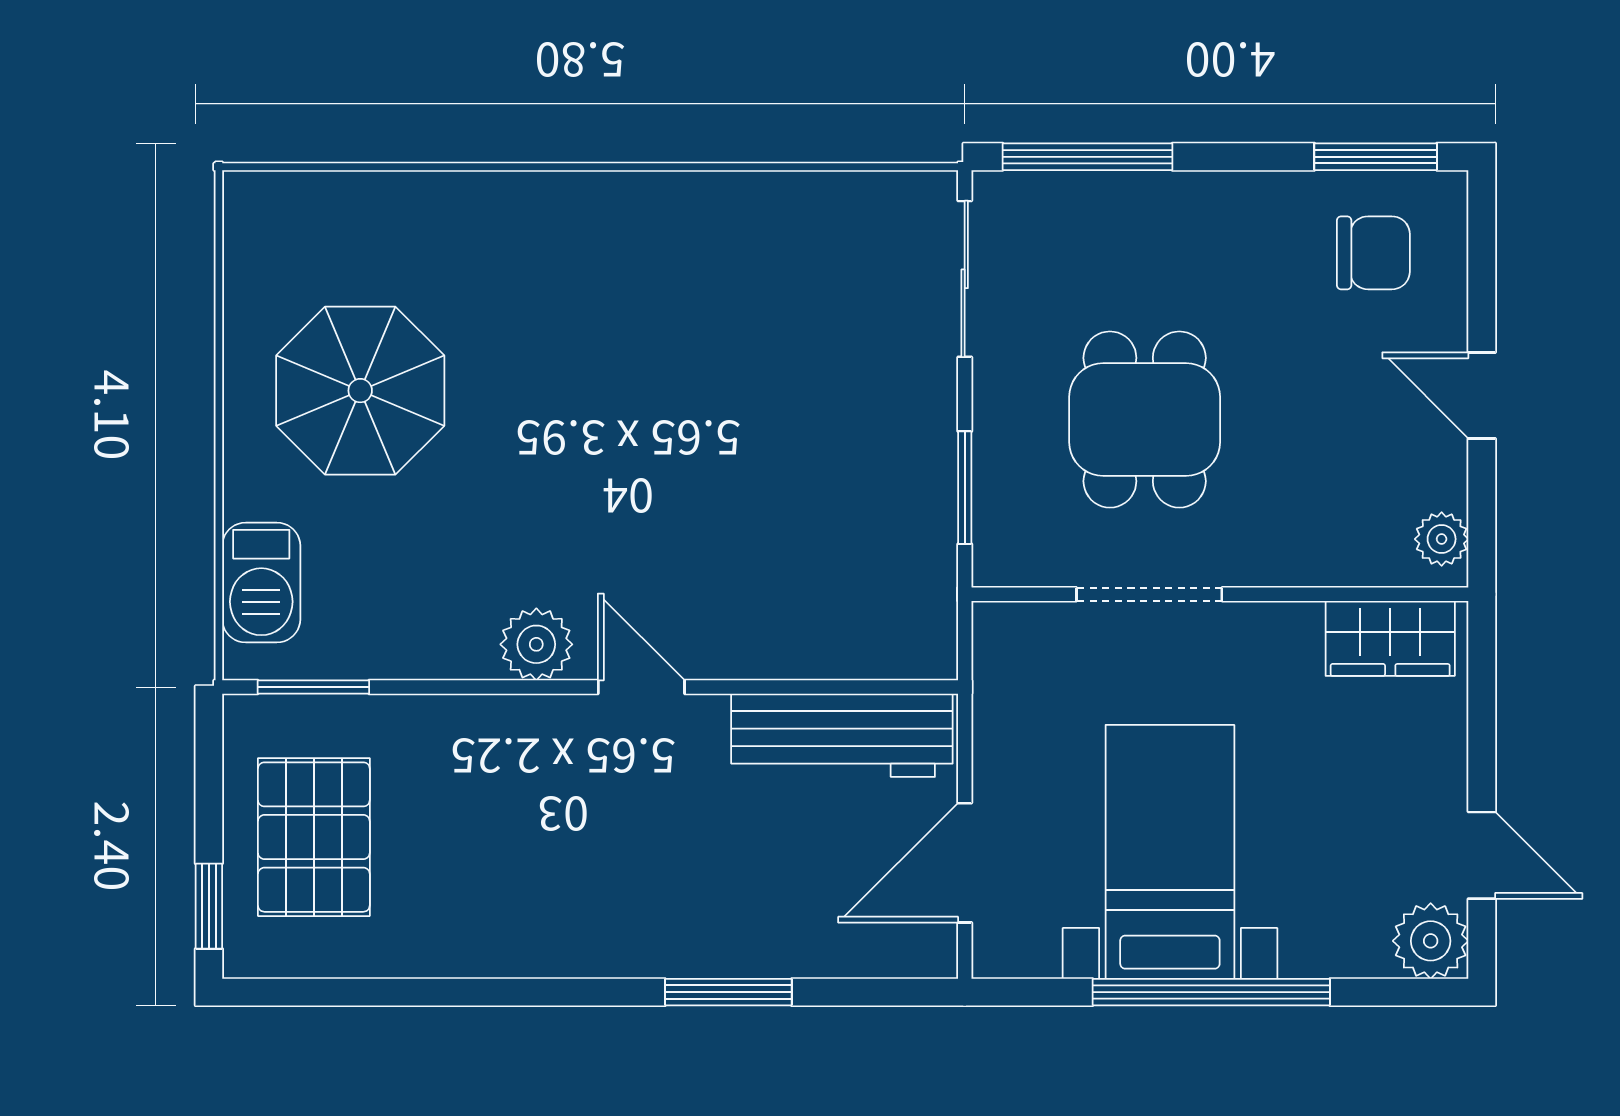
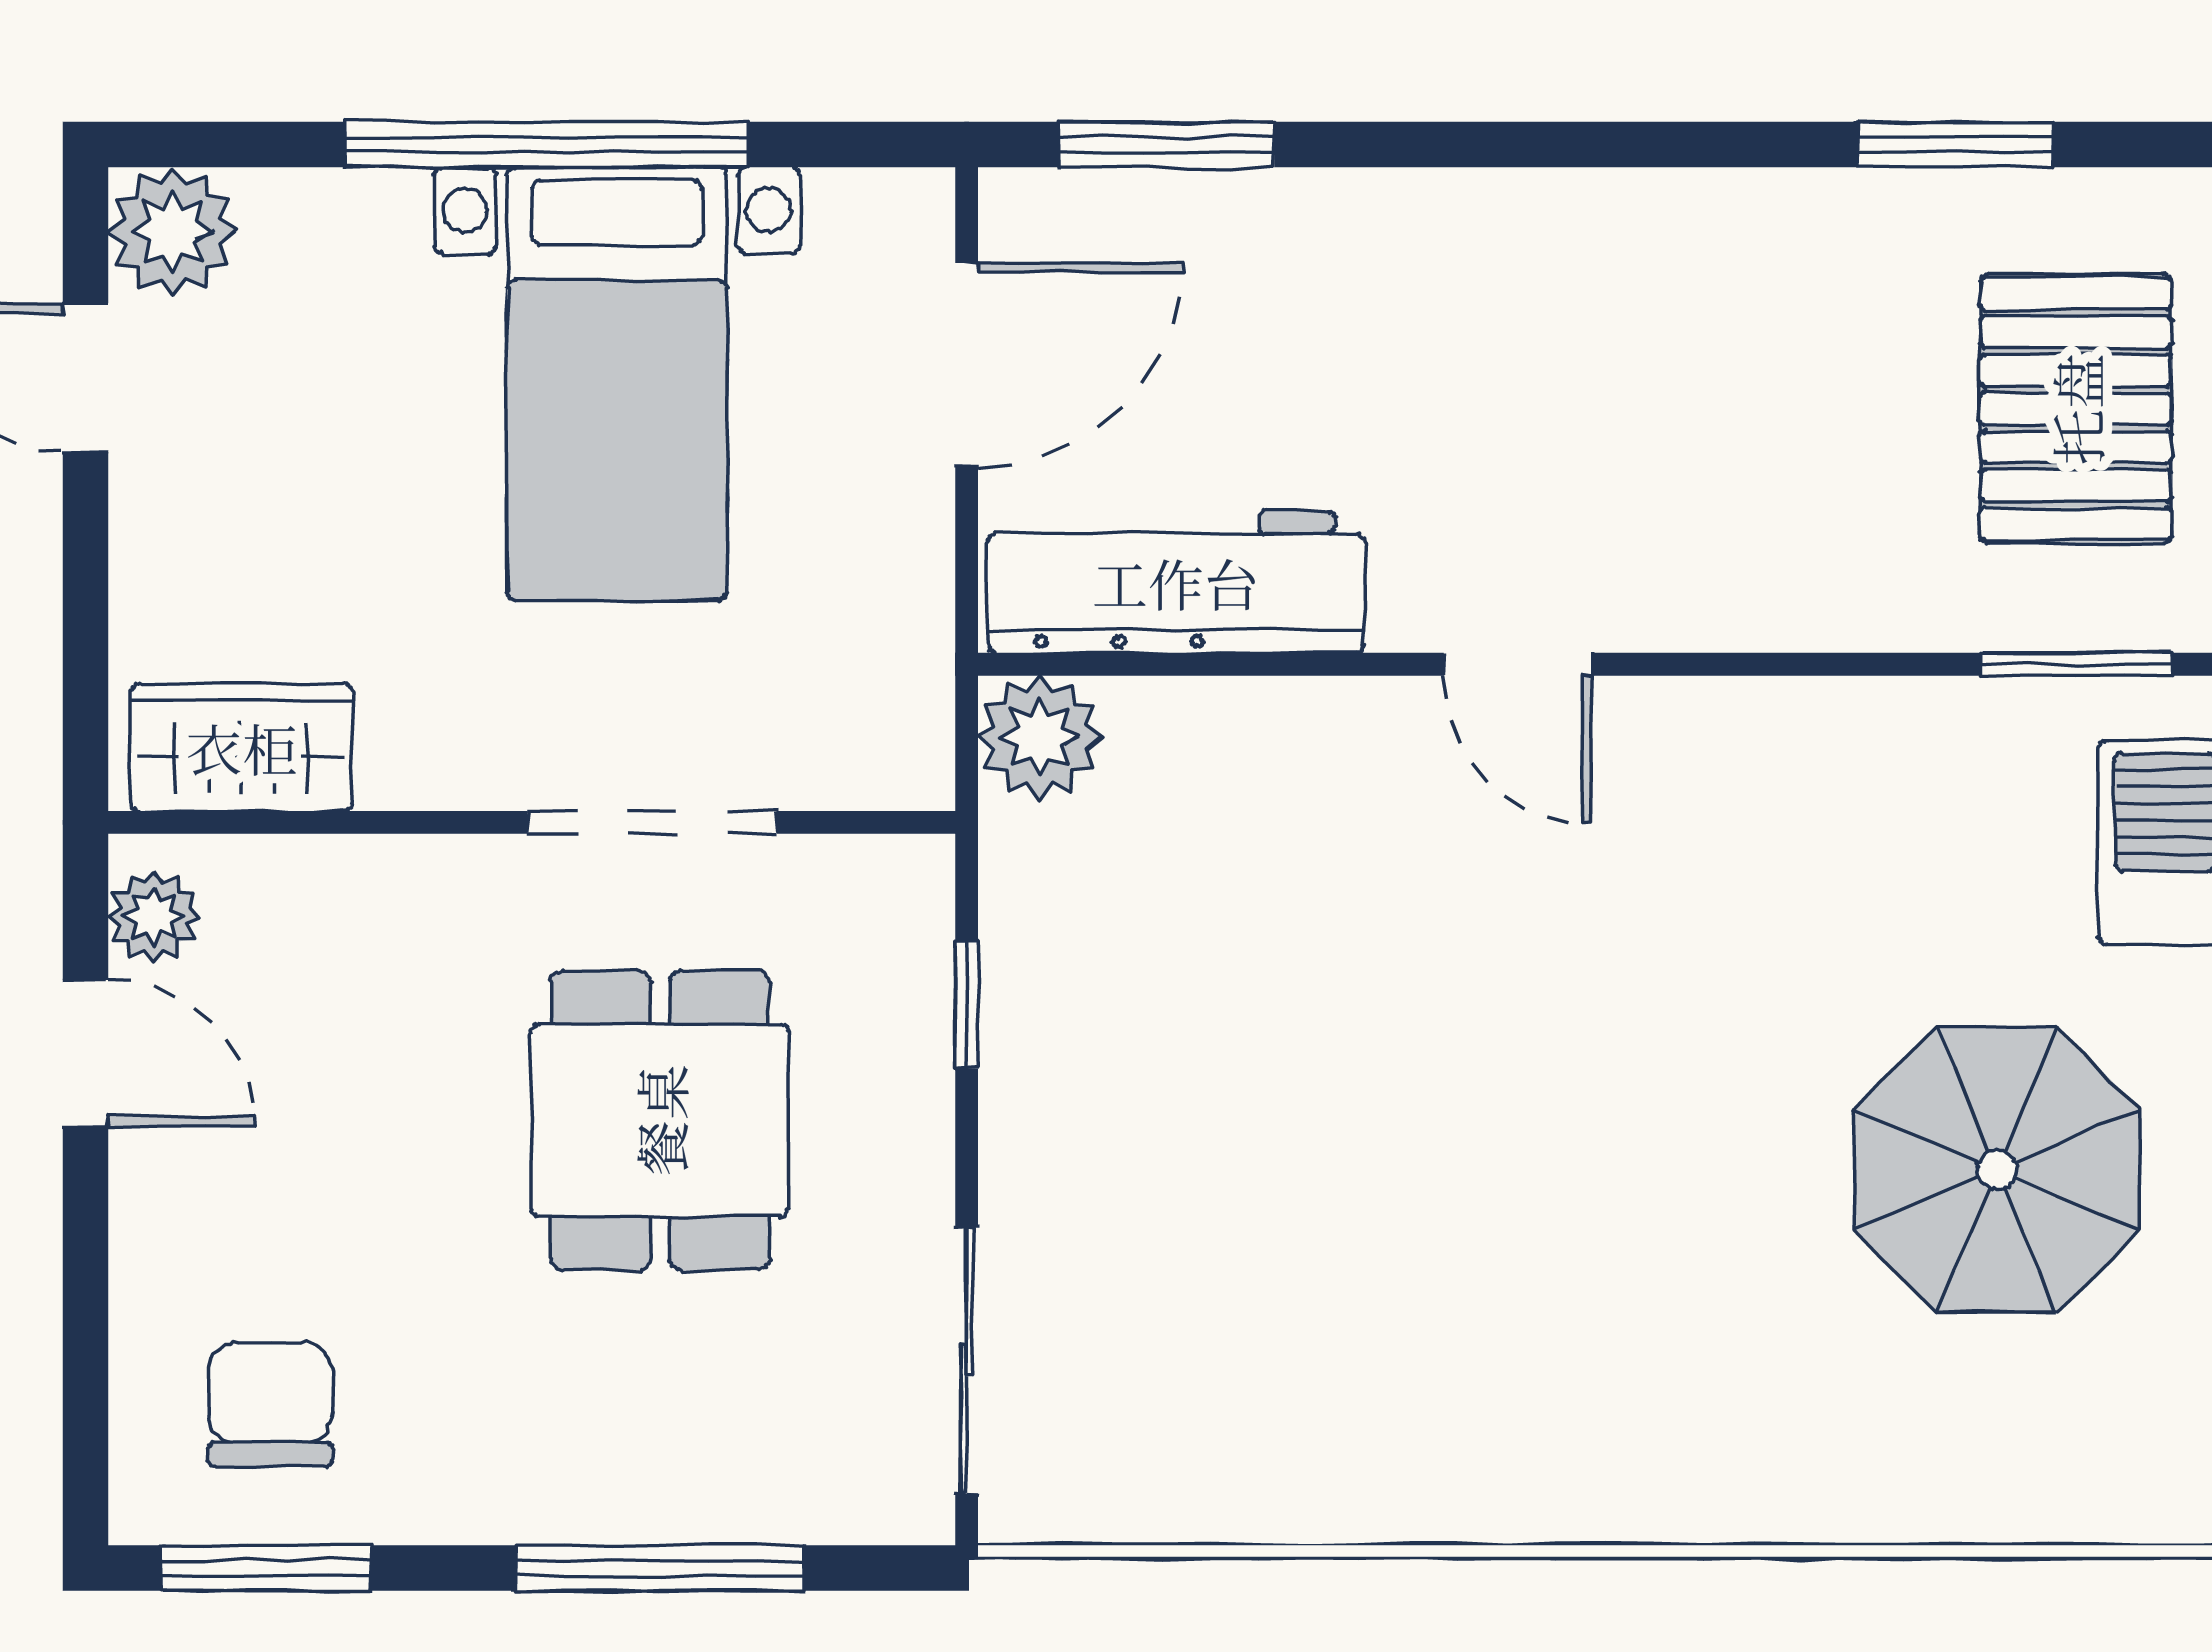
window: (1088, 157) -> (660, 1568), moved
chair: (1373, 253) -> (270, 1404), turned 90
door: (1482, 395) -> (85, 1053), moved
window: (965, 488) -> (967, 1004), width x0.67
plant: (536, 644) -> (1040, 737), moved
window: (385, 992) -> (1955, 145), added
window: (728, 992) -> (1166, 145), moved

